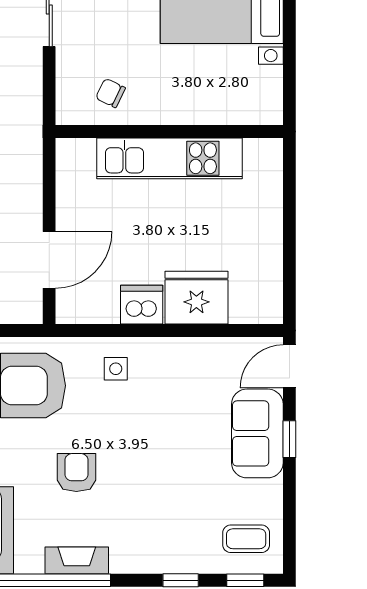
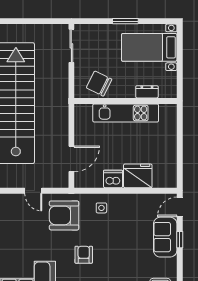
chair: (111, 93) -> (99, 84), width x1.87, depth x1.87
dresser: (217, 111) -> (147, 92), added

